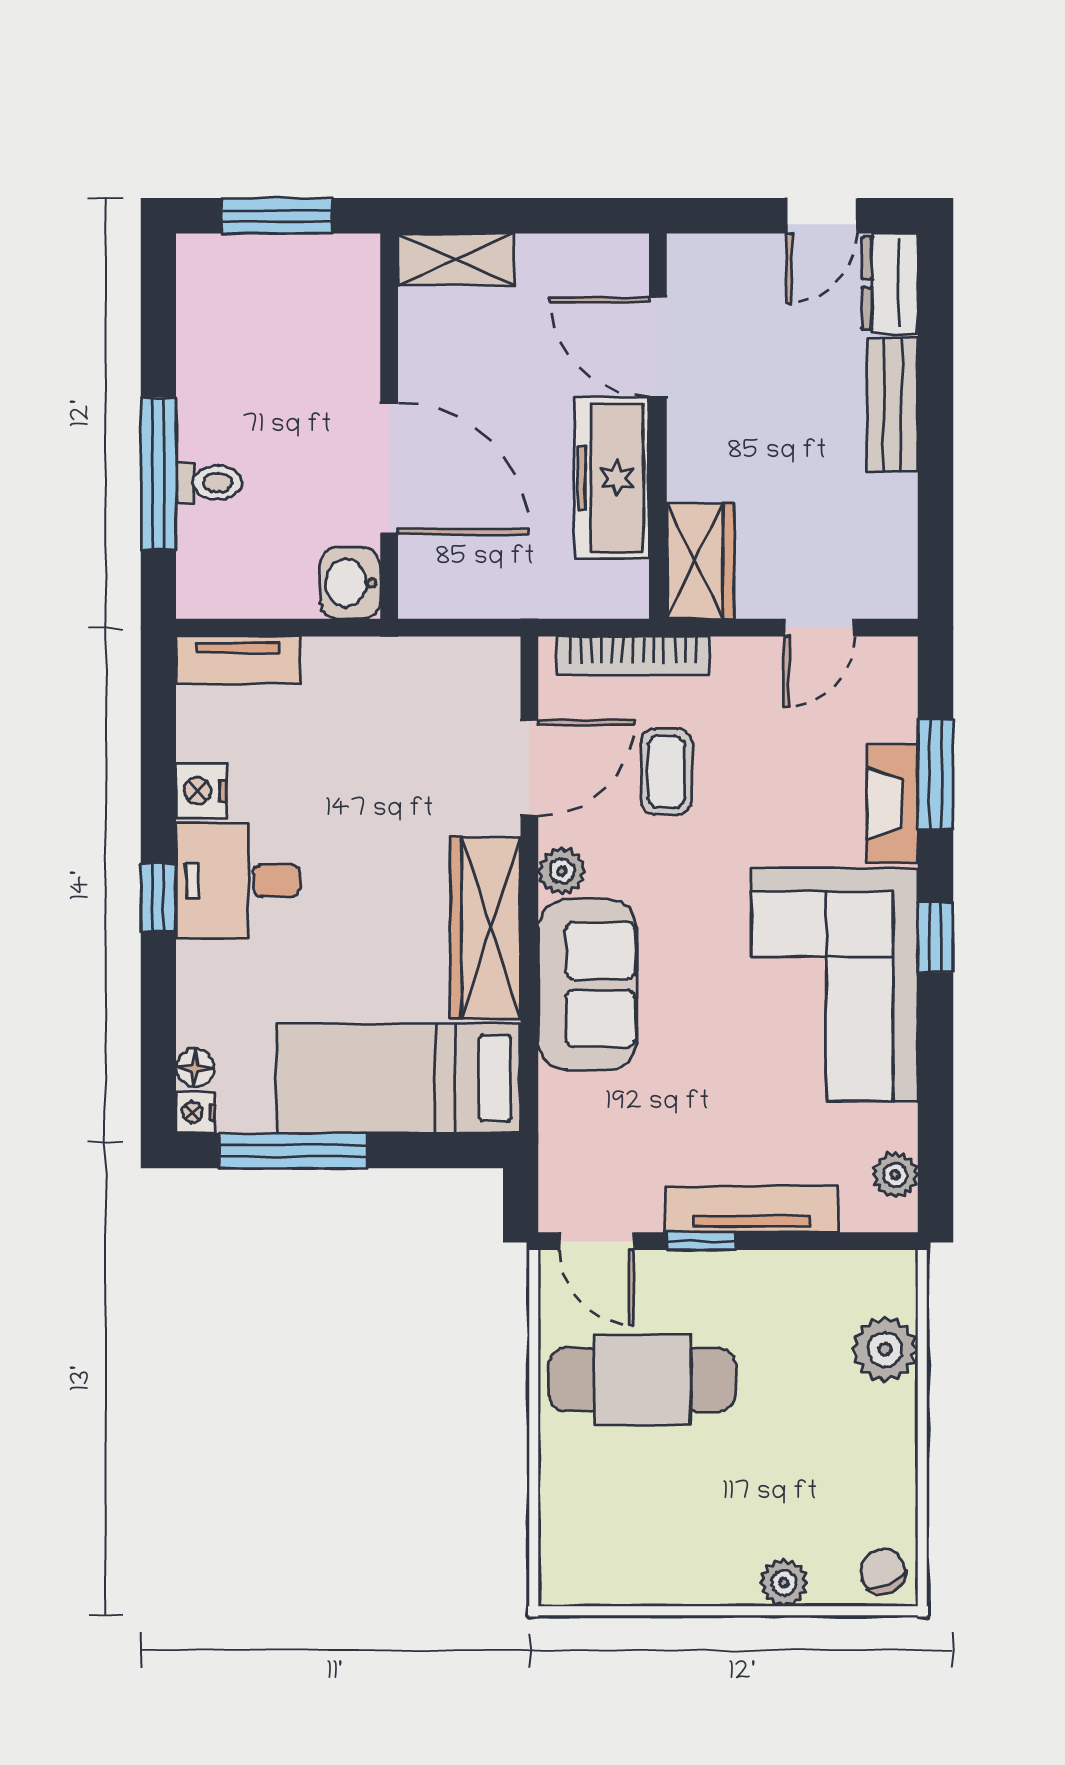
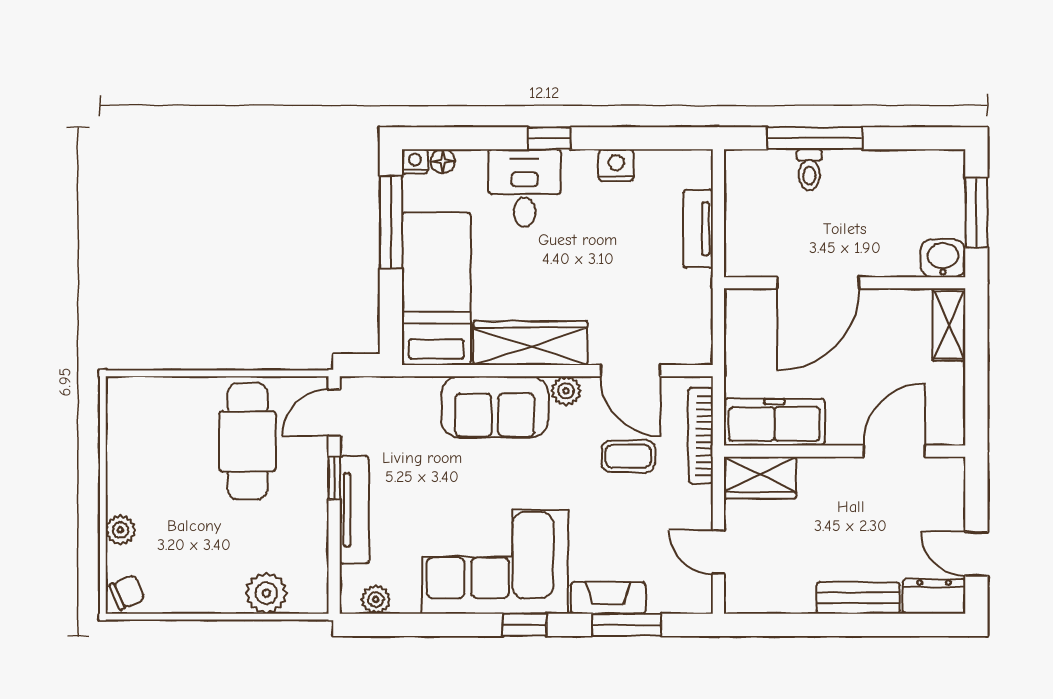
freezer: (612, 478) -> (774, 422), moved
washbasin: (350, 583) -> (943, 258), moved
tv unit: (238, 660) -> (698, 229), moved
desk: (238, 881) -> (525, 188), moved

